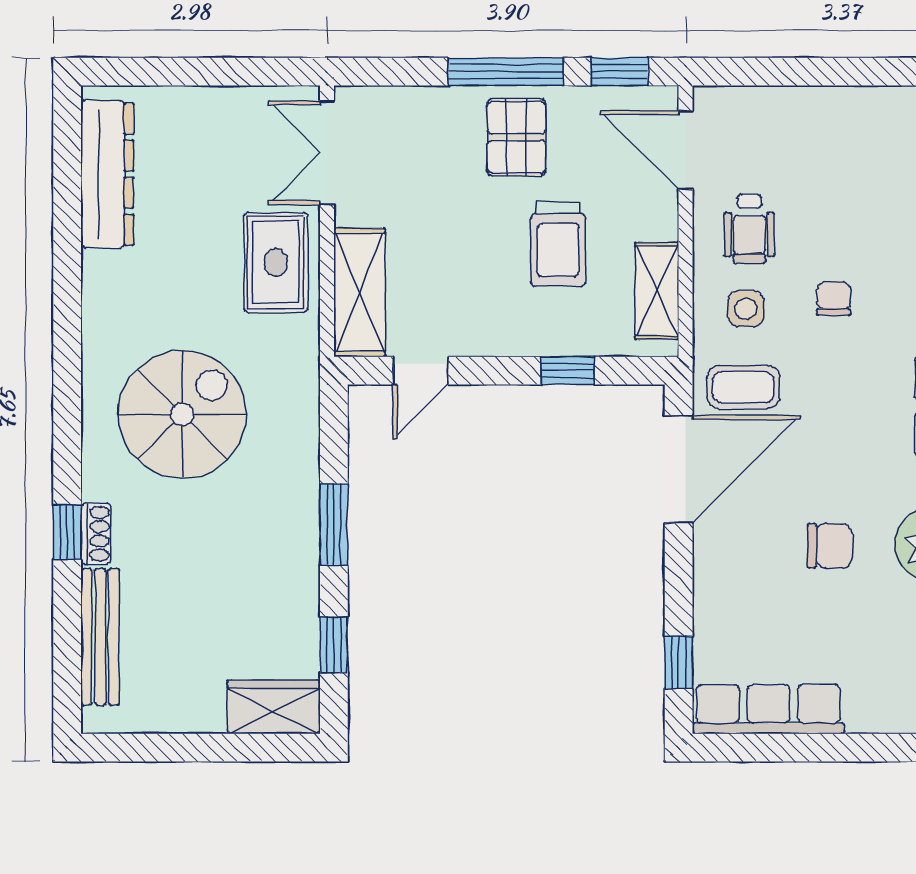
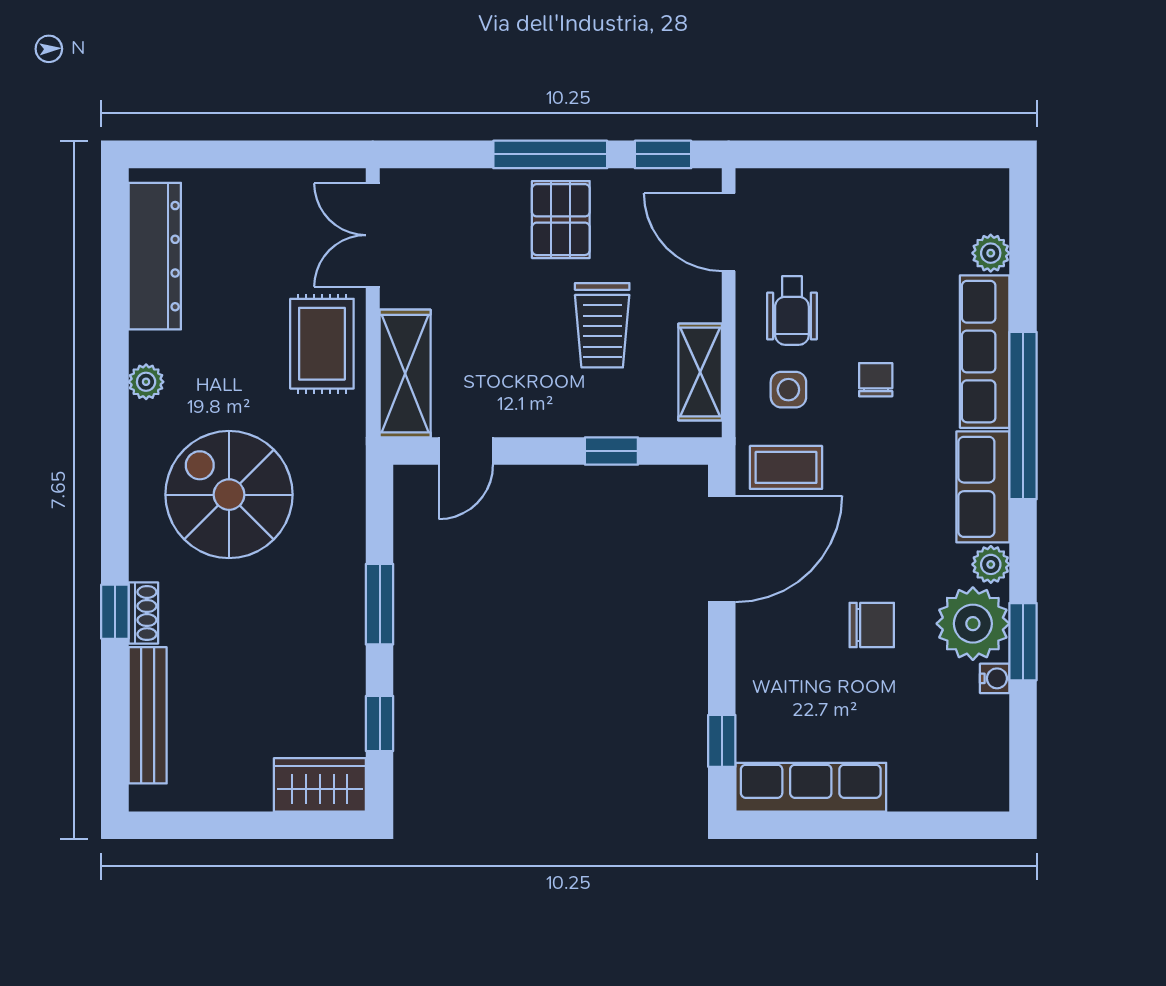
plant: (99, 301) -> (146, 382), added
spiral stairs: (182, 414) -> (229, 495), turned -90

